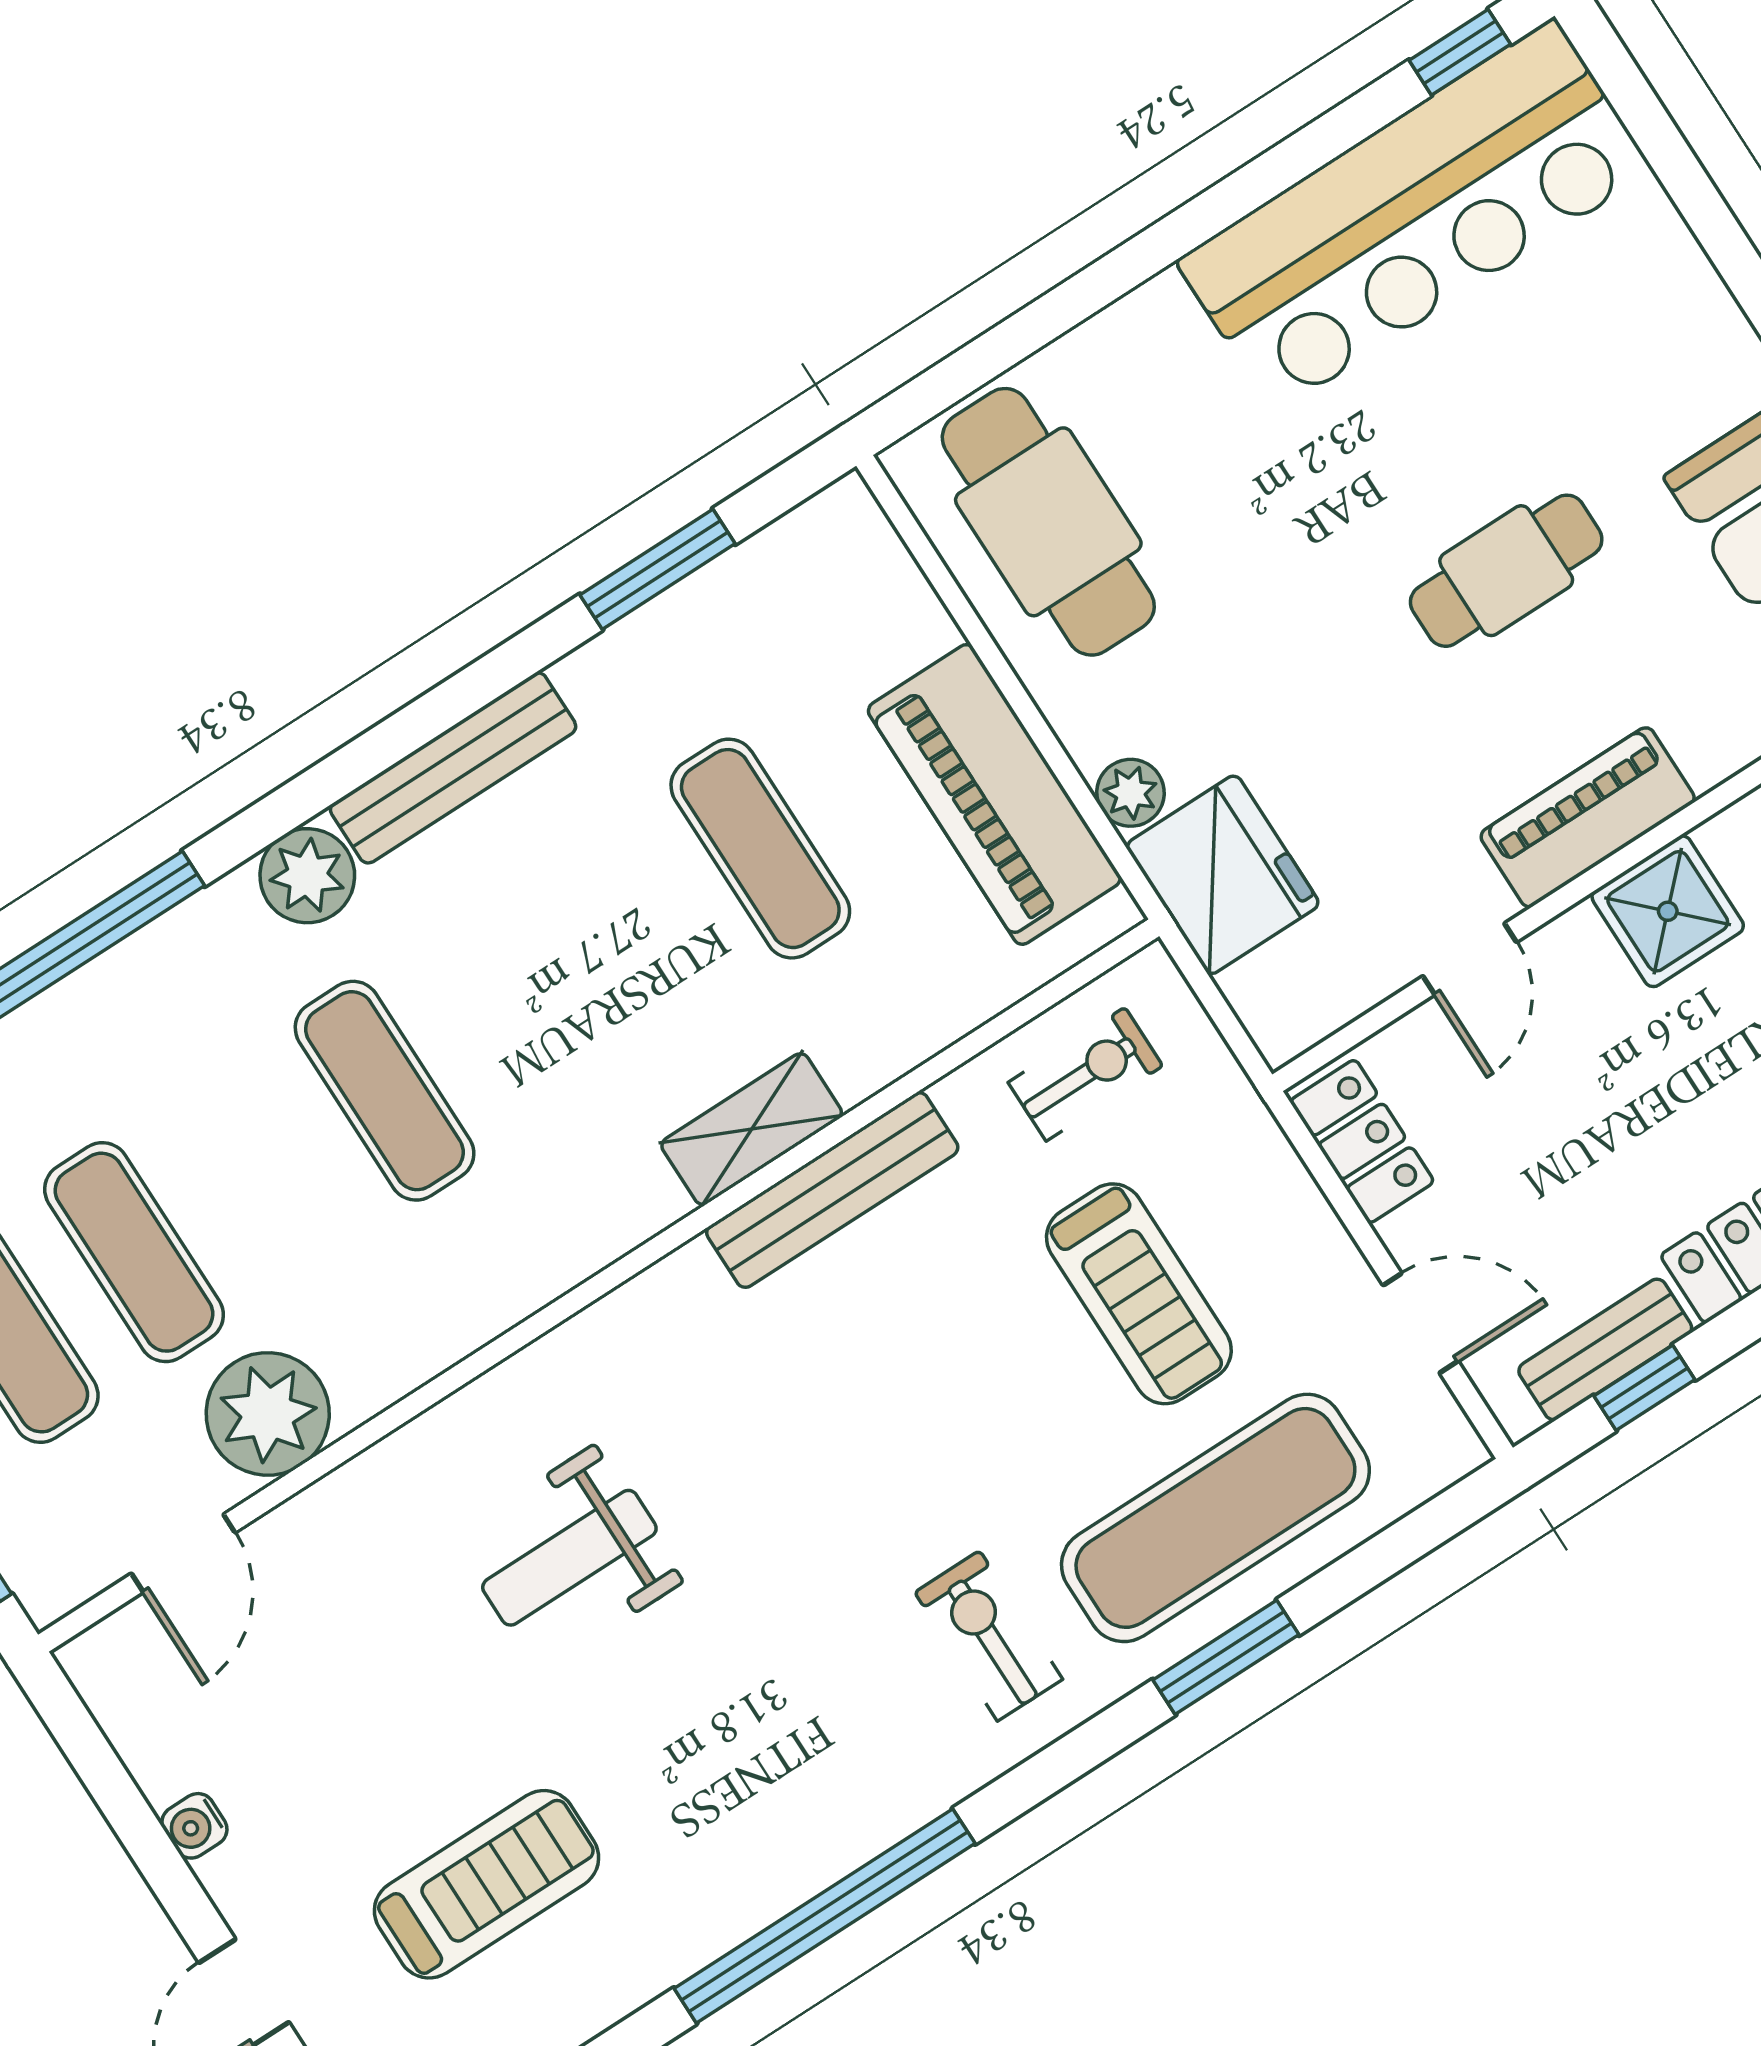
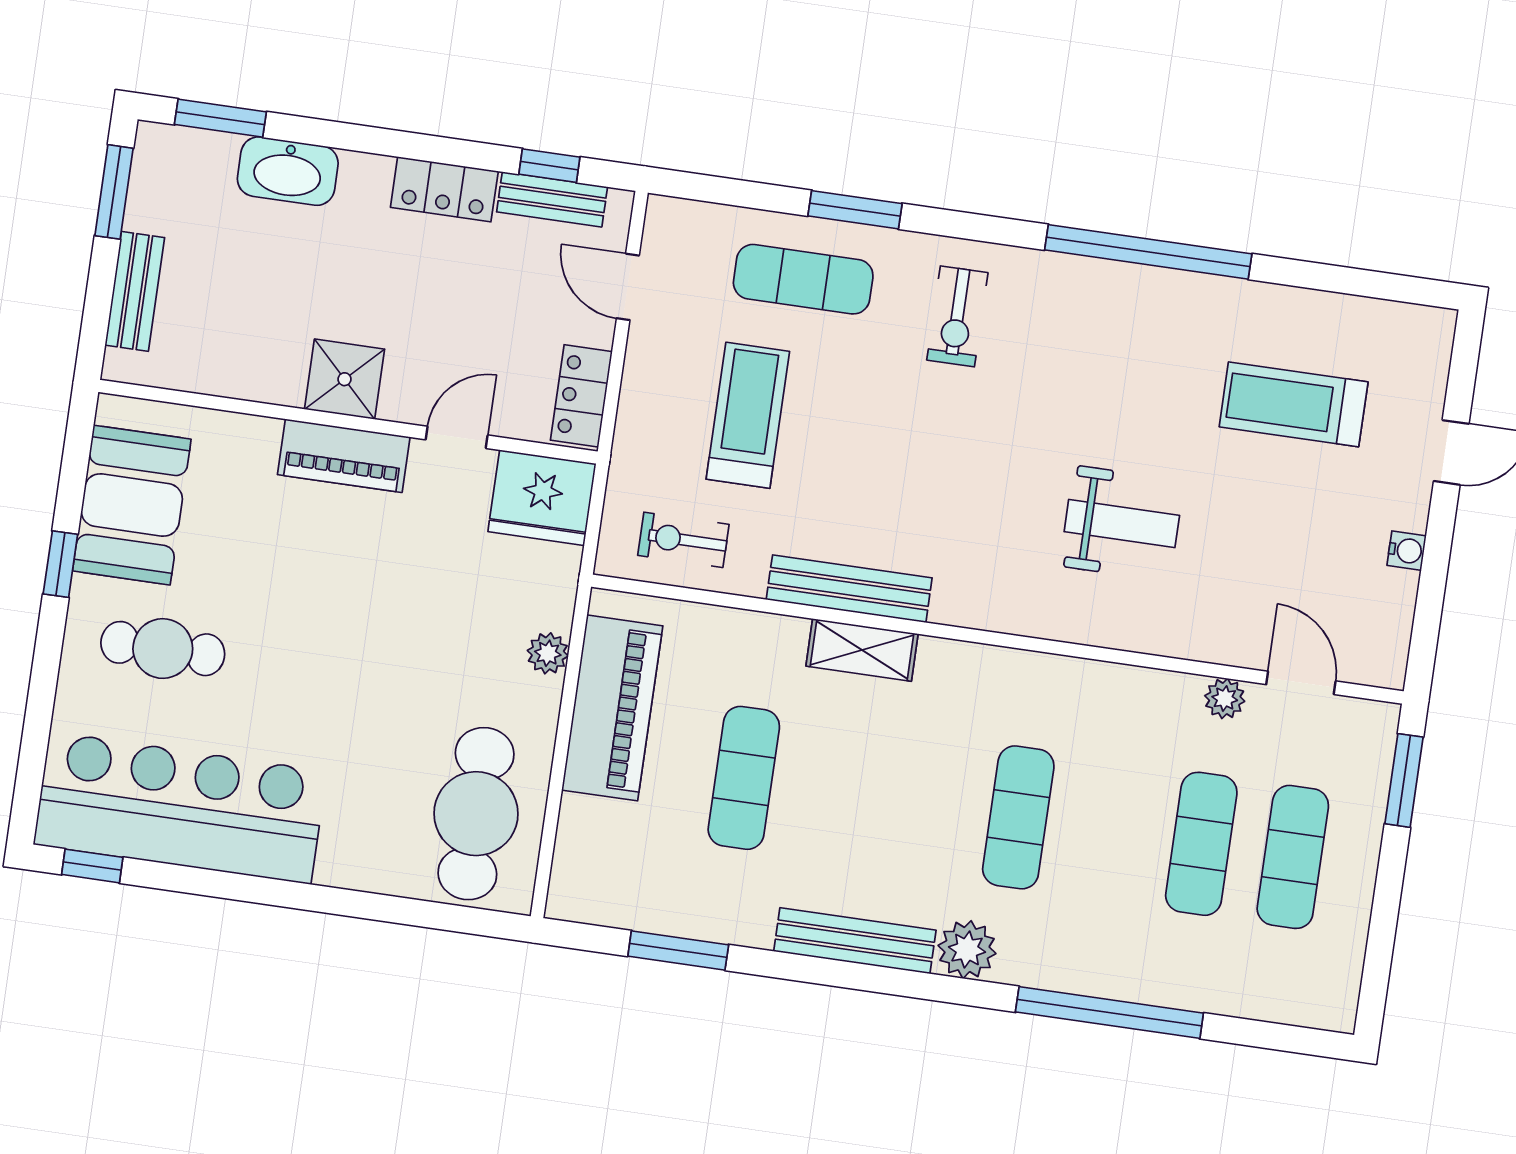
cafe table: (1506, 571) -> (163, 649), moved
fridge: (1223, 875) -> (542, 498), moved, turned -90
plant: (268, 1414) -> (1225, 699), width x0.53, depth x0.53
exercise mat: (1215, 1518) -> (803, 279), width x0.73, depth x0.69
door: (183, 1553) -> (1301, 683), hinge flipped

